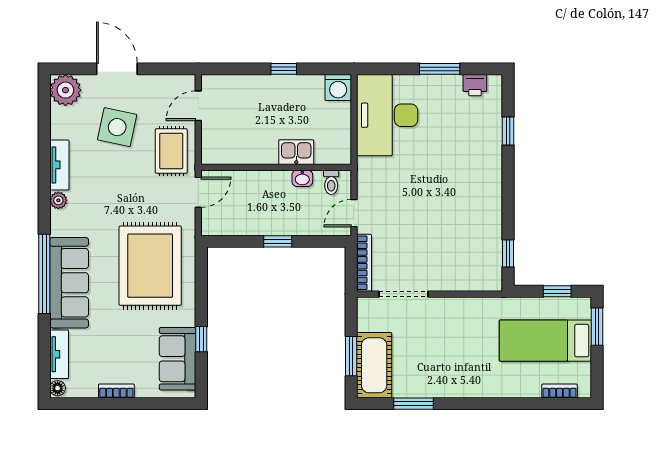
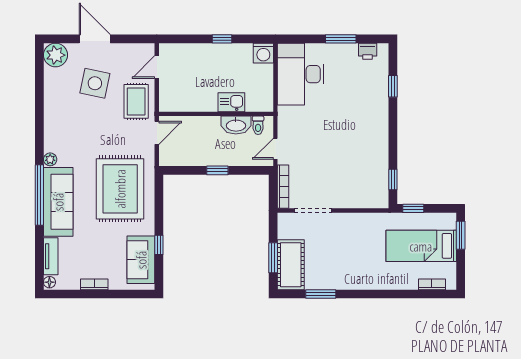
tv unit: (59, 165) -> (51, 112), removed
washbasin: (302, 178) -> (236, 125), width x1.91, depth x1.45
plant: (58, 200) -> (50, 159), moved
window: (557, 291) -> (413, 208), moved

